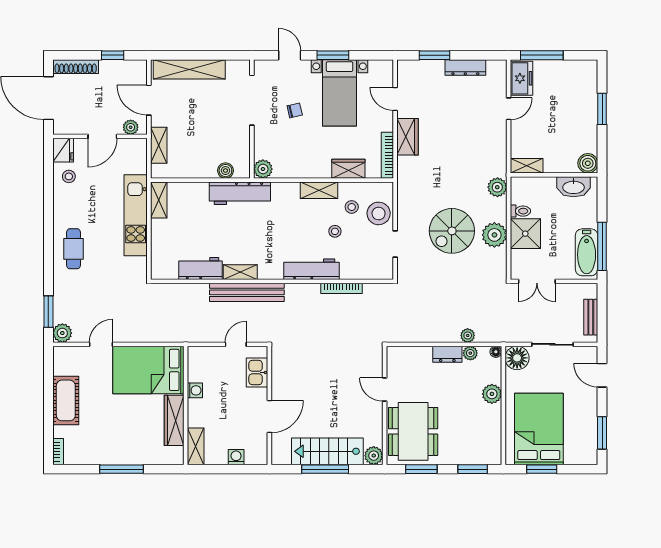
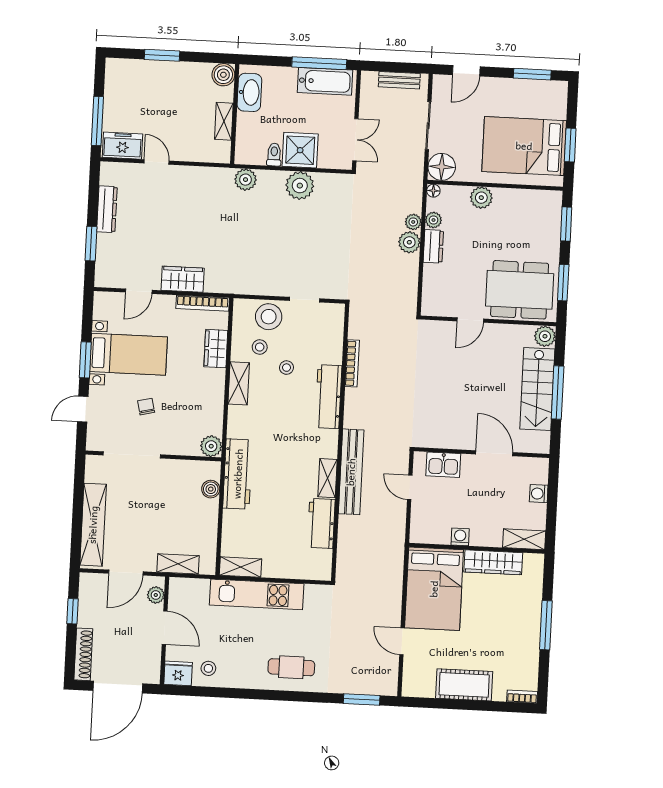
shelving: (527, 166) -> (224, 121), moved
spiral stairs: (452, 231) -> (293, 234), removed
plant: (62, 333) -> (409, 242), moved

